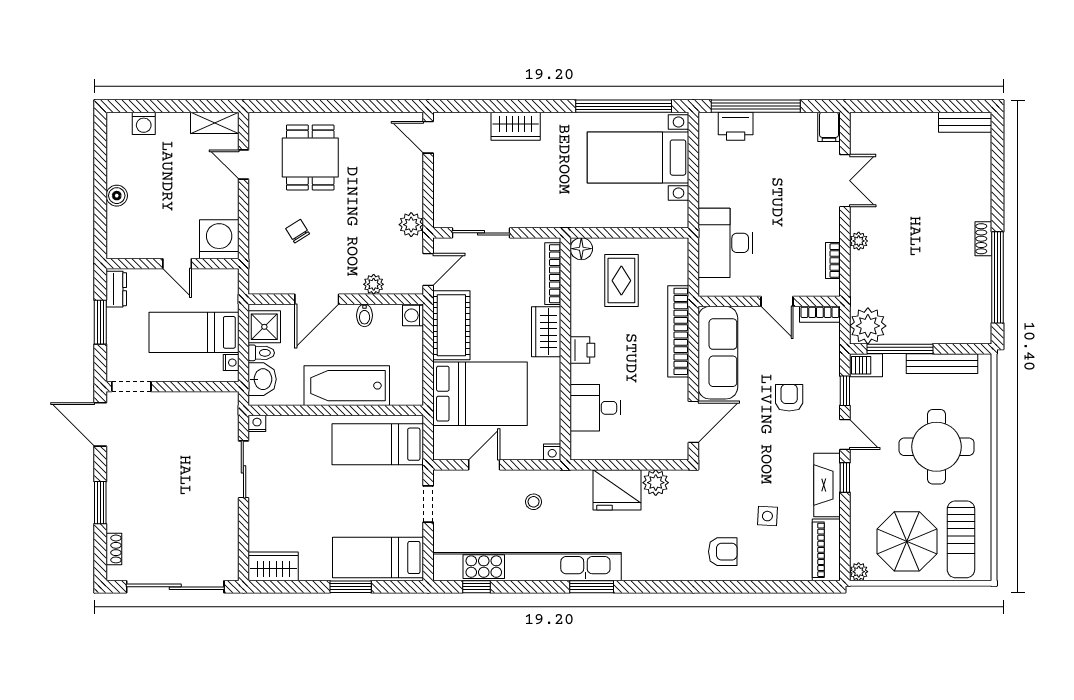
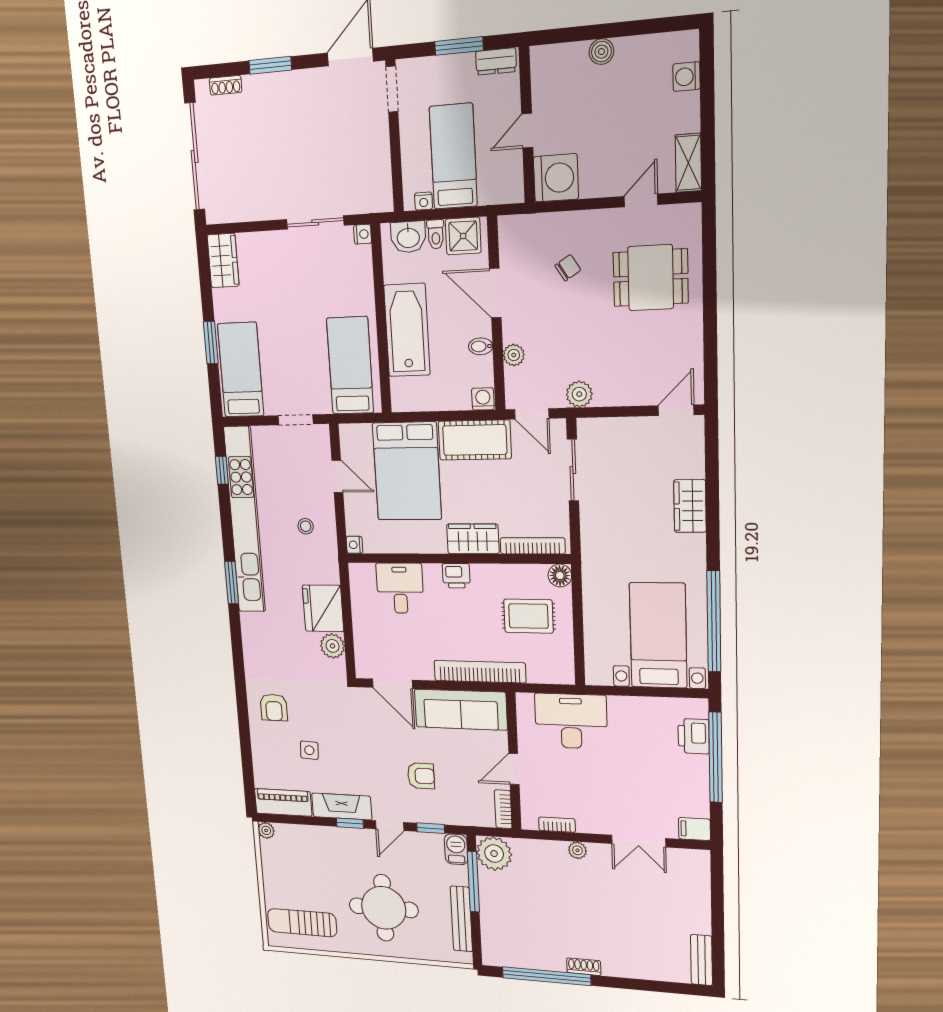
parasol: (907, 541) -> (297, 875), removed

